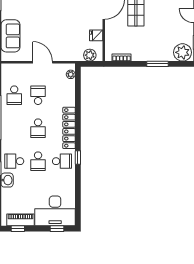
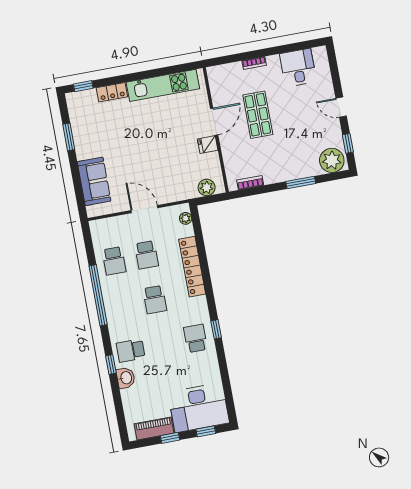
fridge: (96, 35) -> (208, 145), moved
school desk: (38, 95) -> (146, 255), turned 180
locker: (69, 128) -> (192, 267), moved
school desk: (38, 161) -> (163, 344), removed
school desk: (62, 161) -> (195, 338), turned -90
window: (18, 229) -> (170, 438), moved

